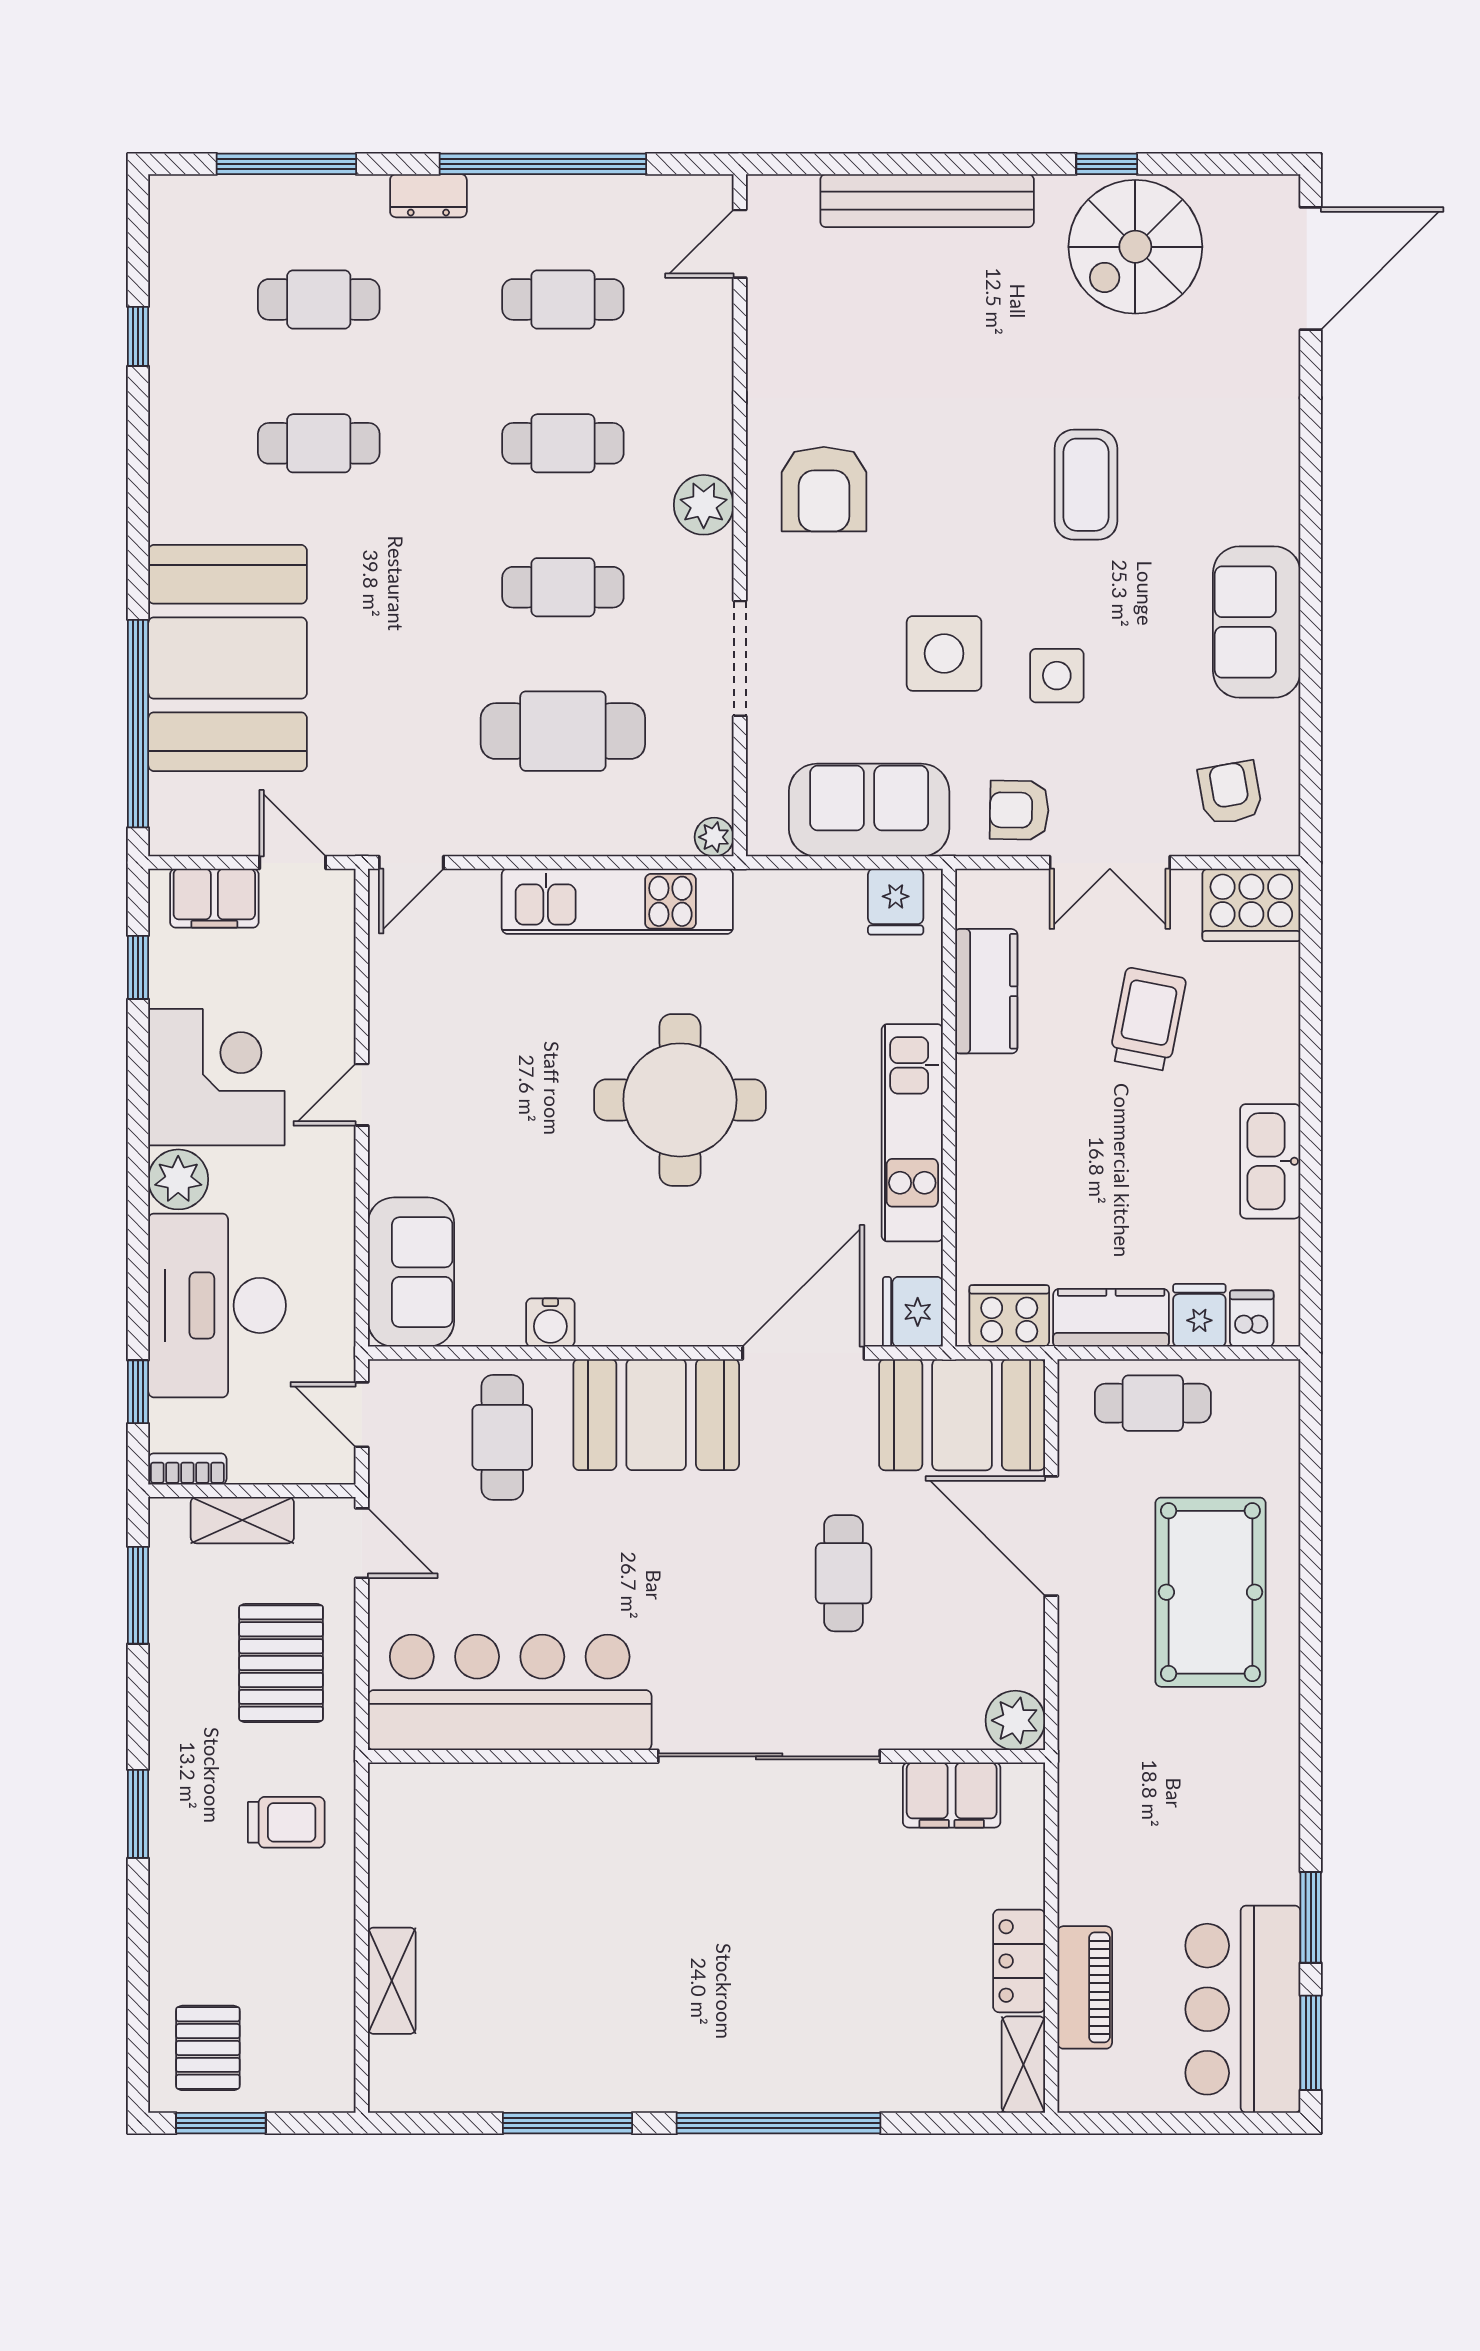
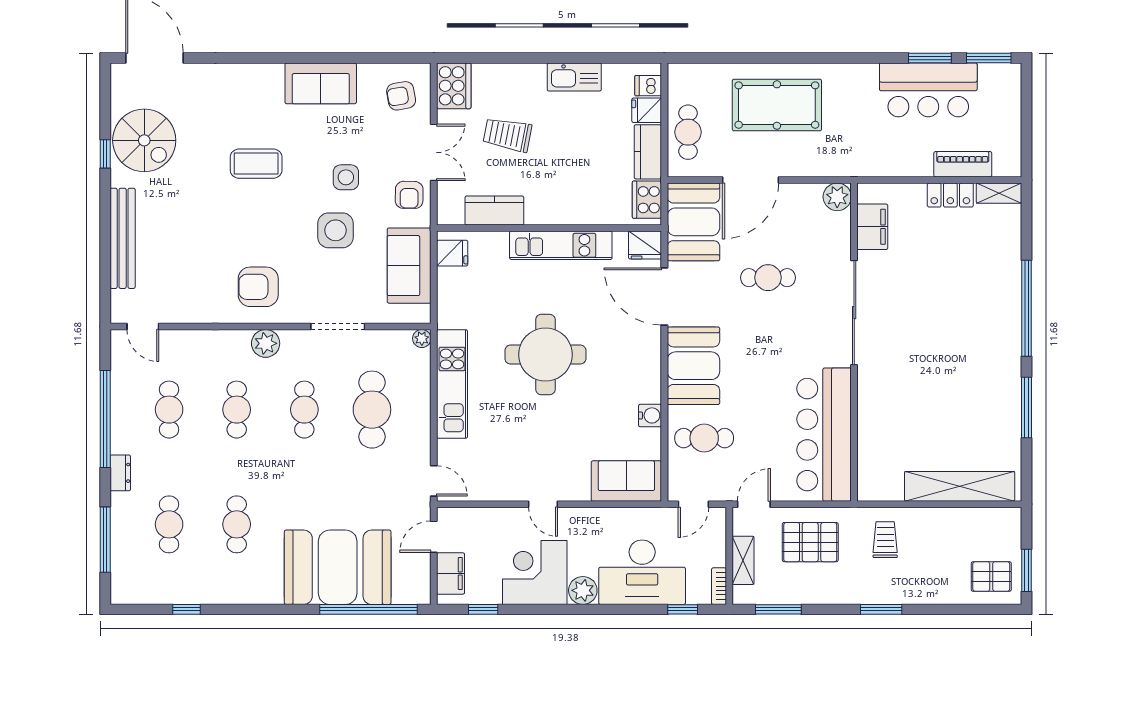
armchair: (824, 489) -> (258, 287), turned 180
shelving: (392, 1981) -> (960, 486), width x2.20, depth x1.33
bar counter: (1243, 2009) -> (928, 90), moved

